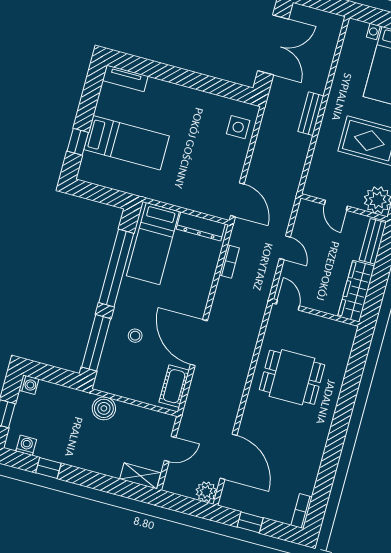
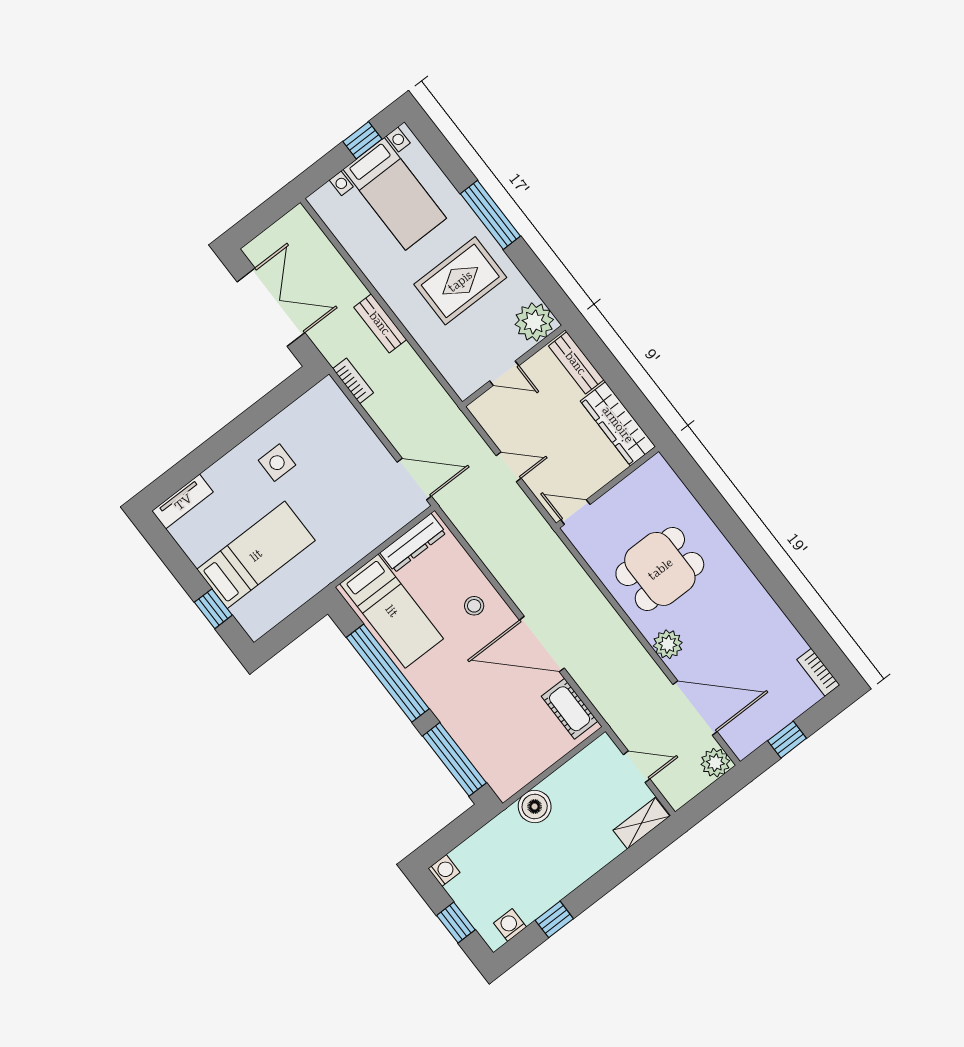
side table: (238, 127) -> (277, 463), moved
bookcase: (229, 261) -> (353, 381), moved
stool: (135, 336) -> (474, 606), moved
plant: (253, 414) -> (668, 644), added
door: (170, 449) -> (637, 767), hinge flipped

